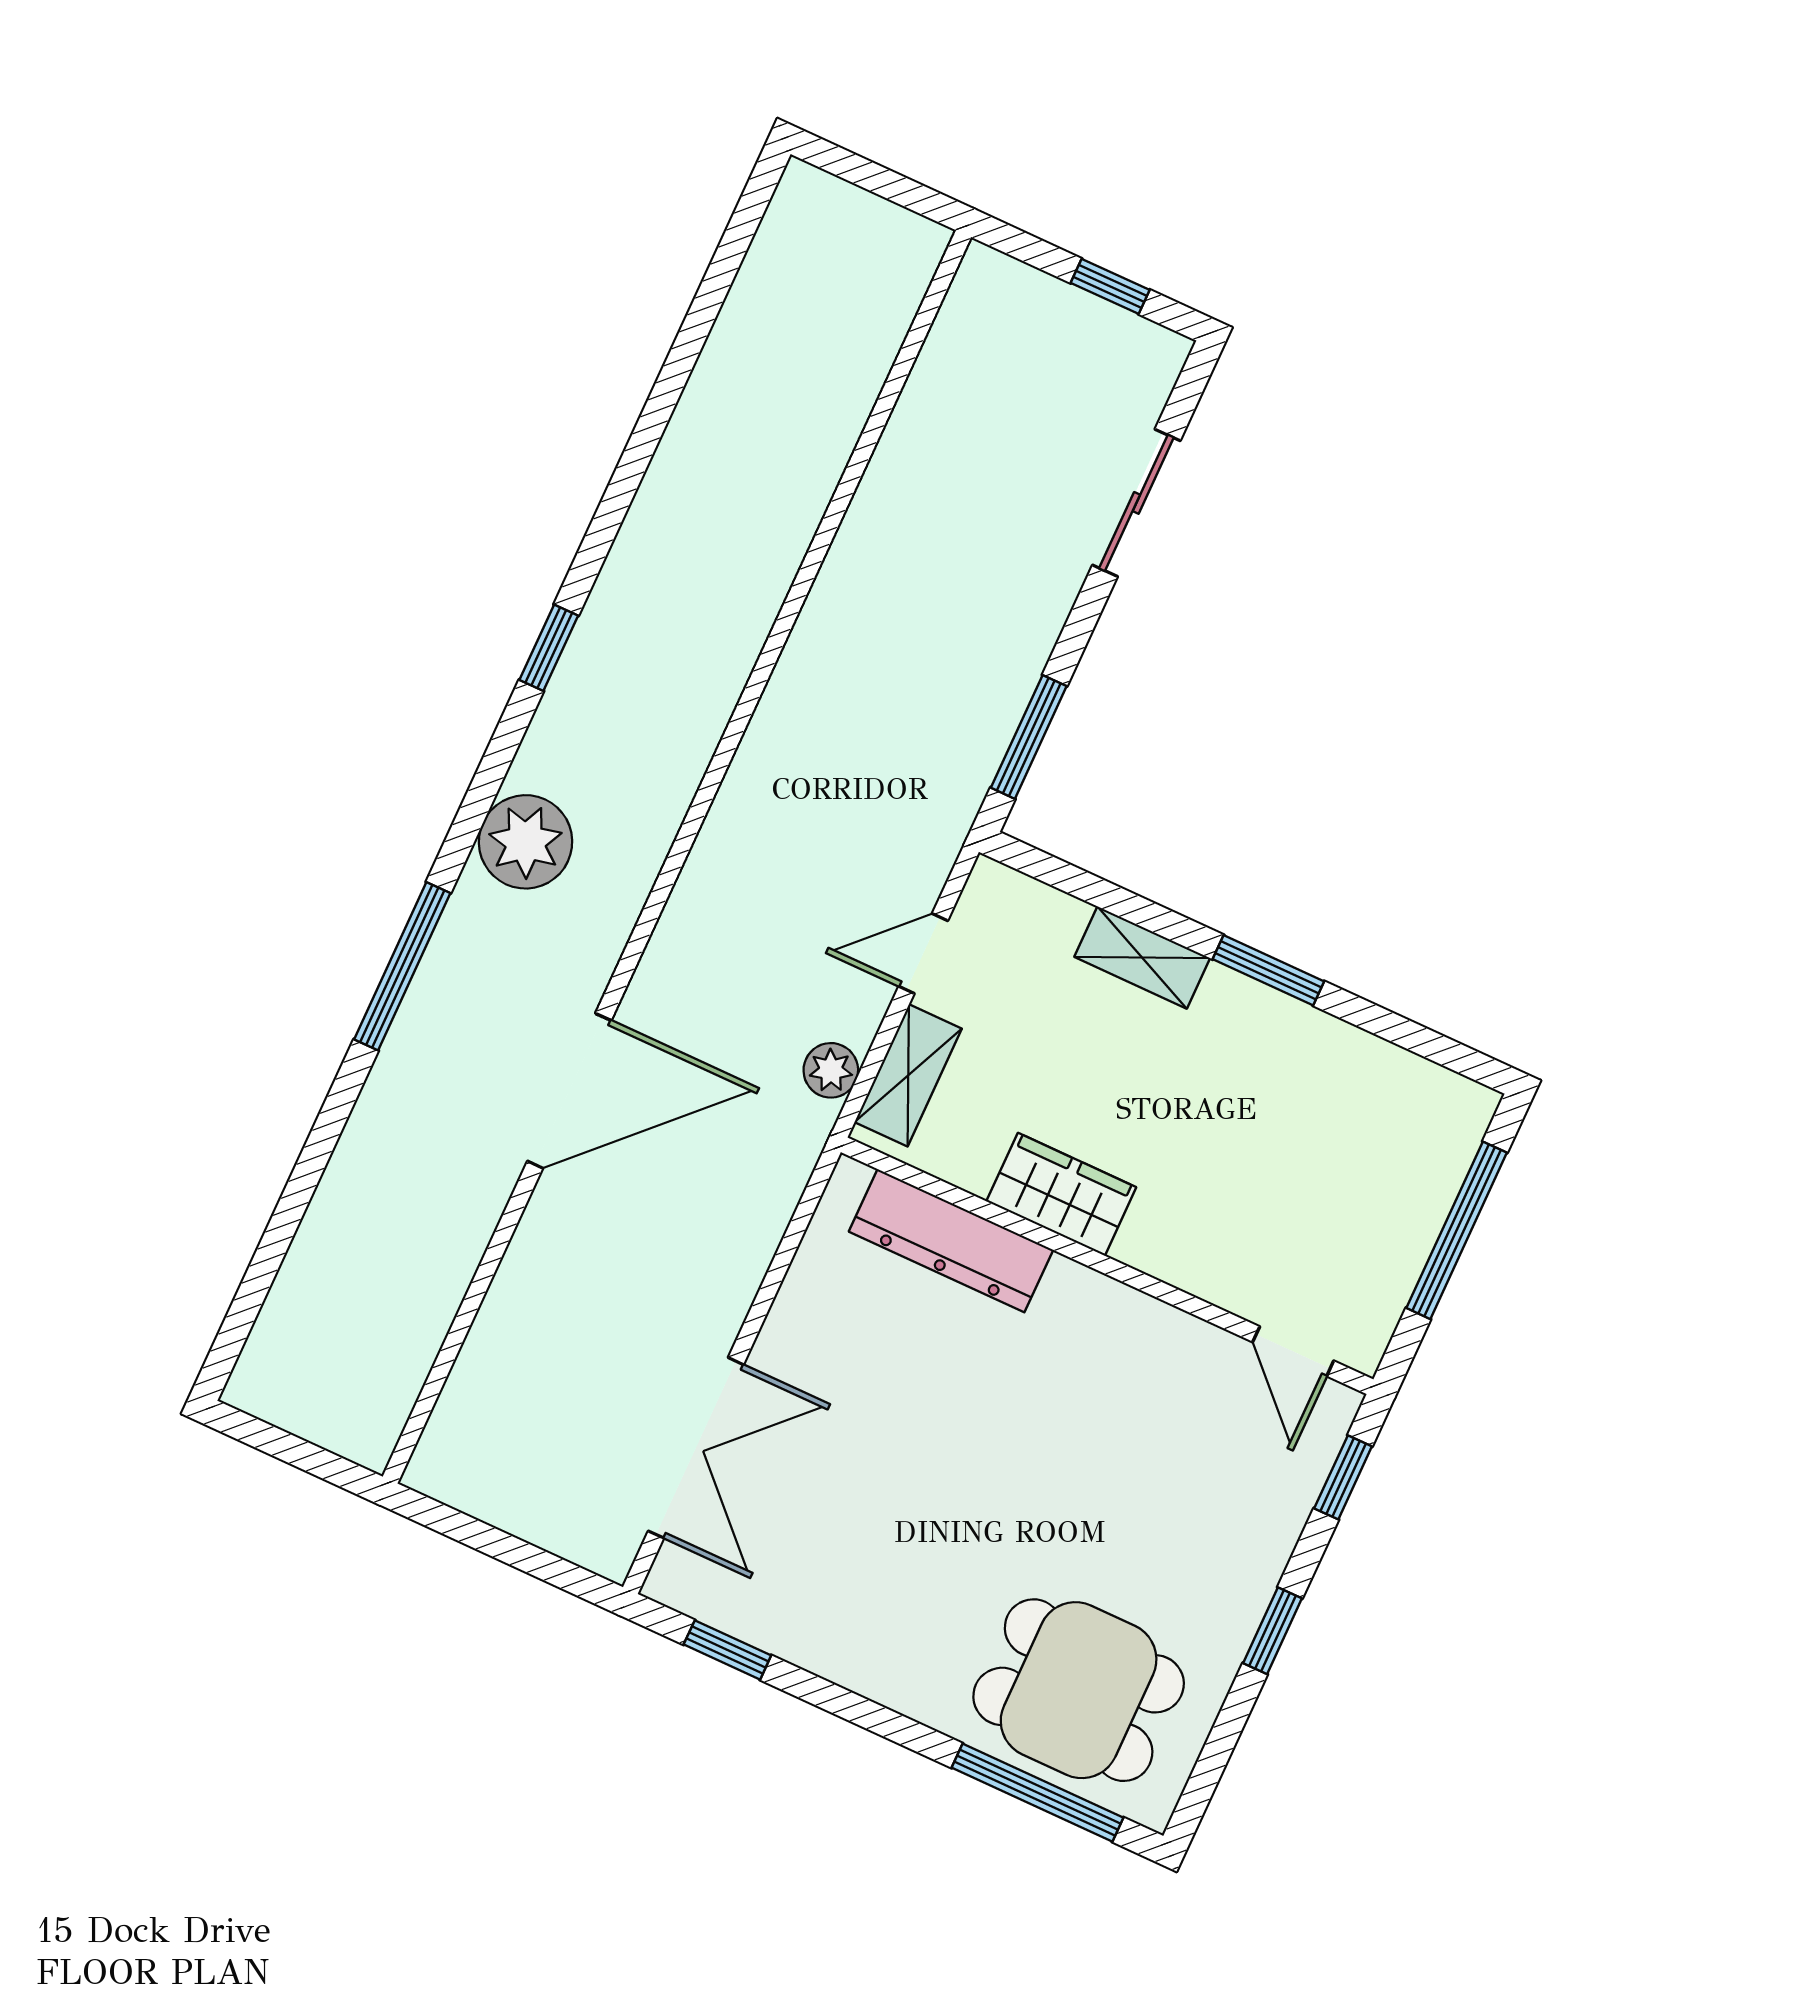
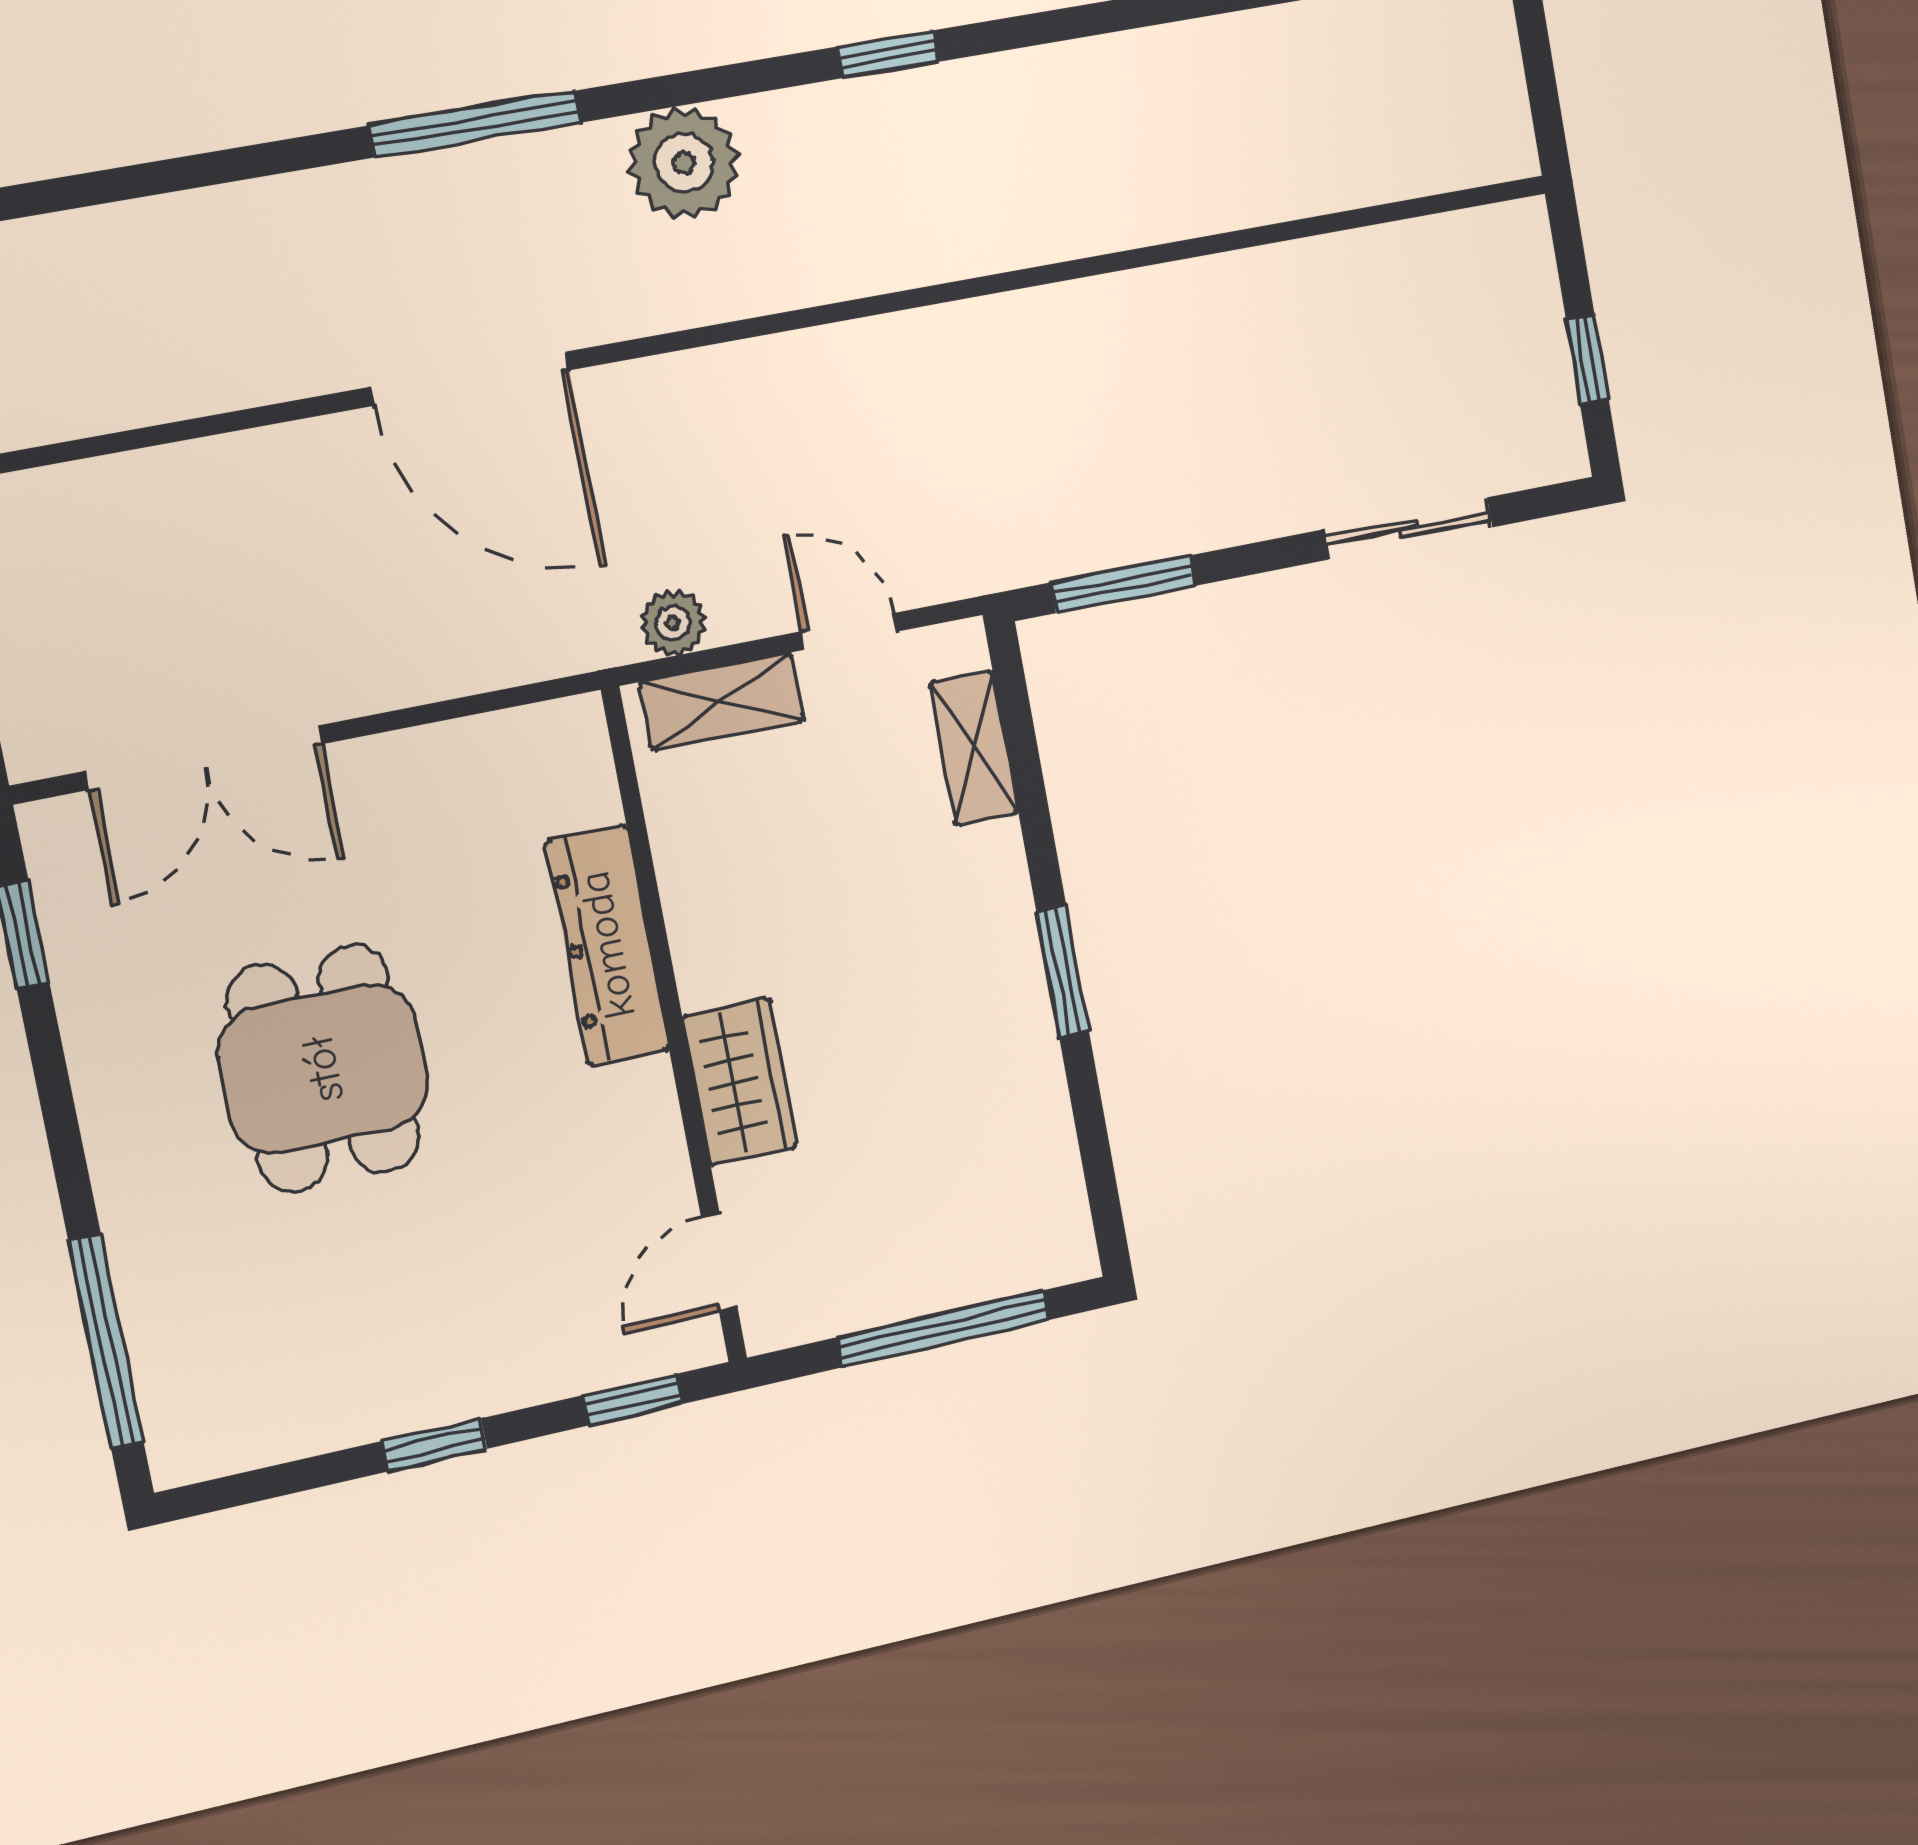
shelving: (1142, 958) -> (974, 748), moved
wardrobe: (1061, 1194) -> (740, 1082), moved
dresser: (951, 1241) -> (607, 945), moved
dining table: (1079, 1690) -> (323, 1069), moved

